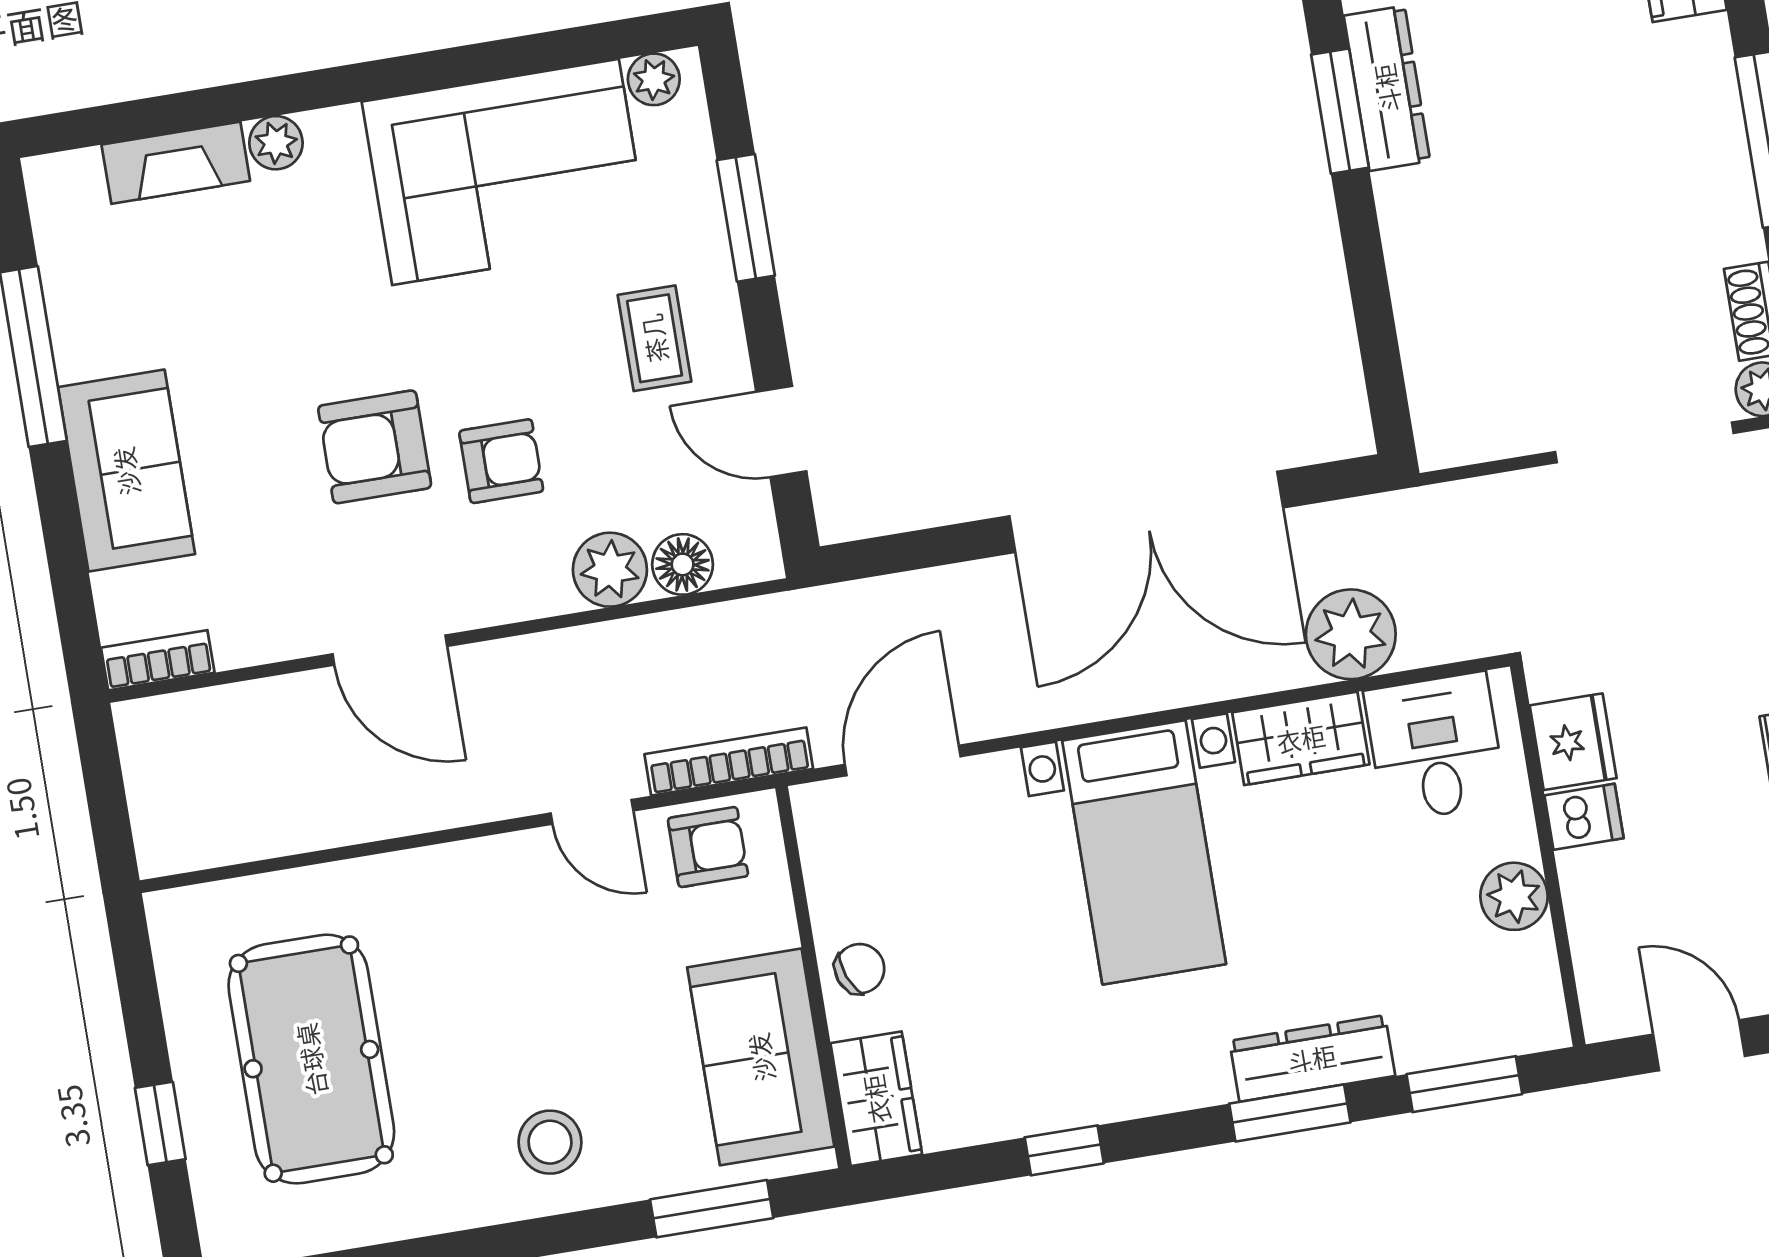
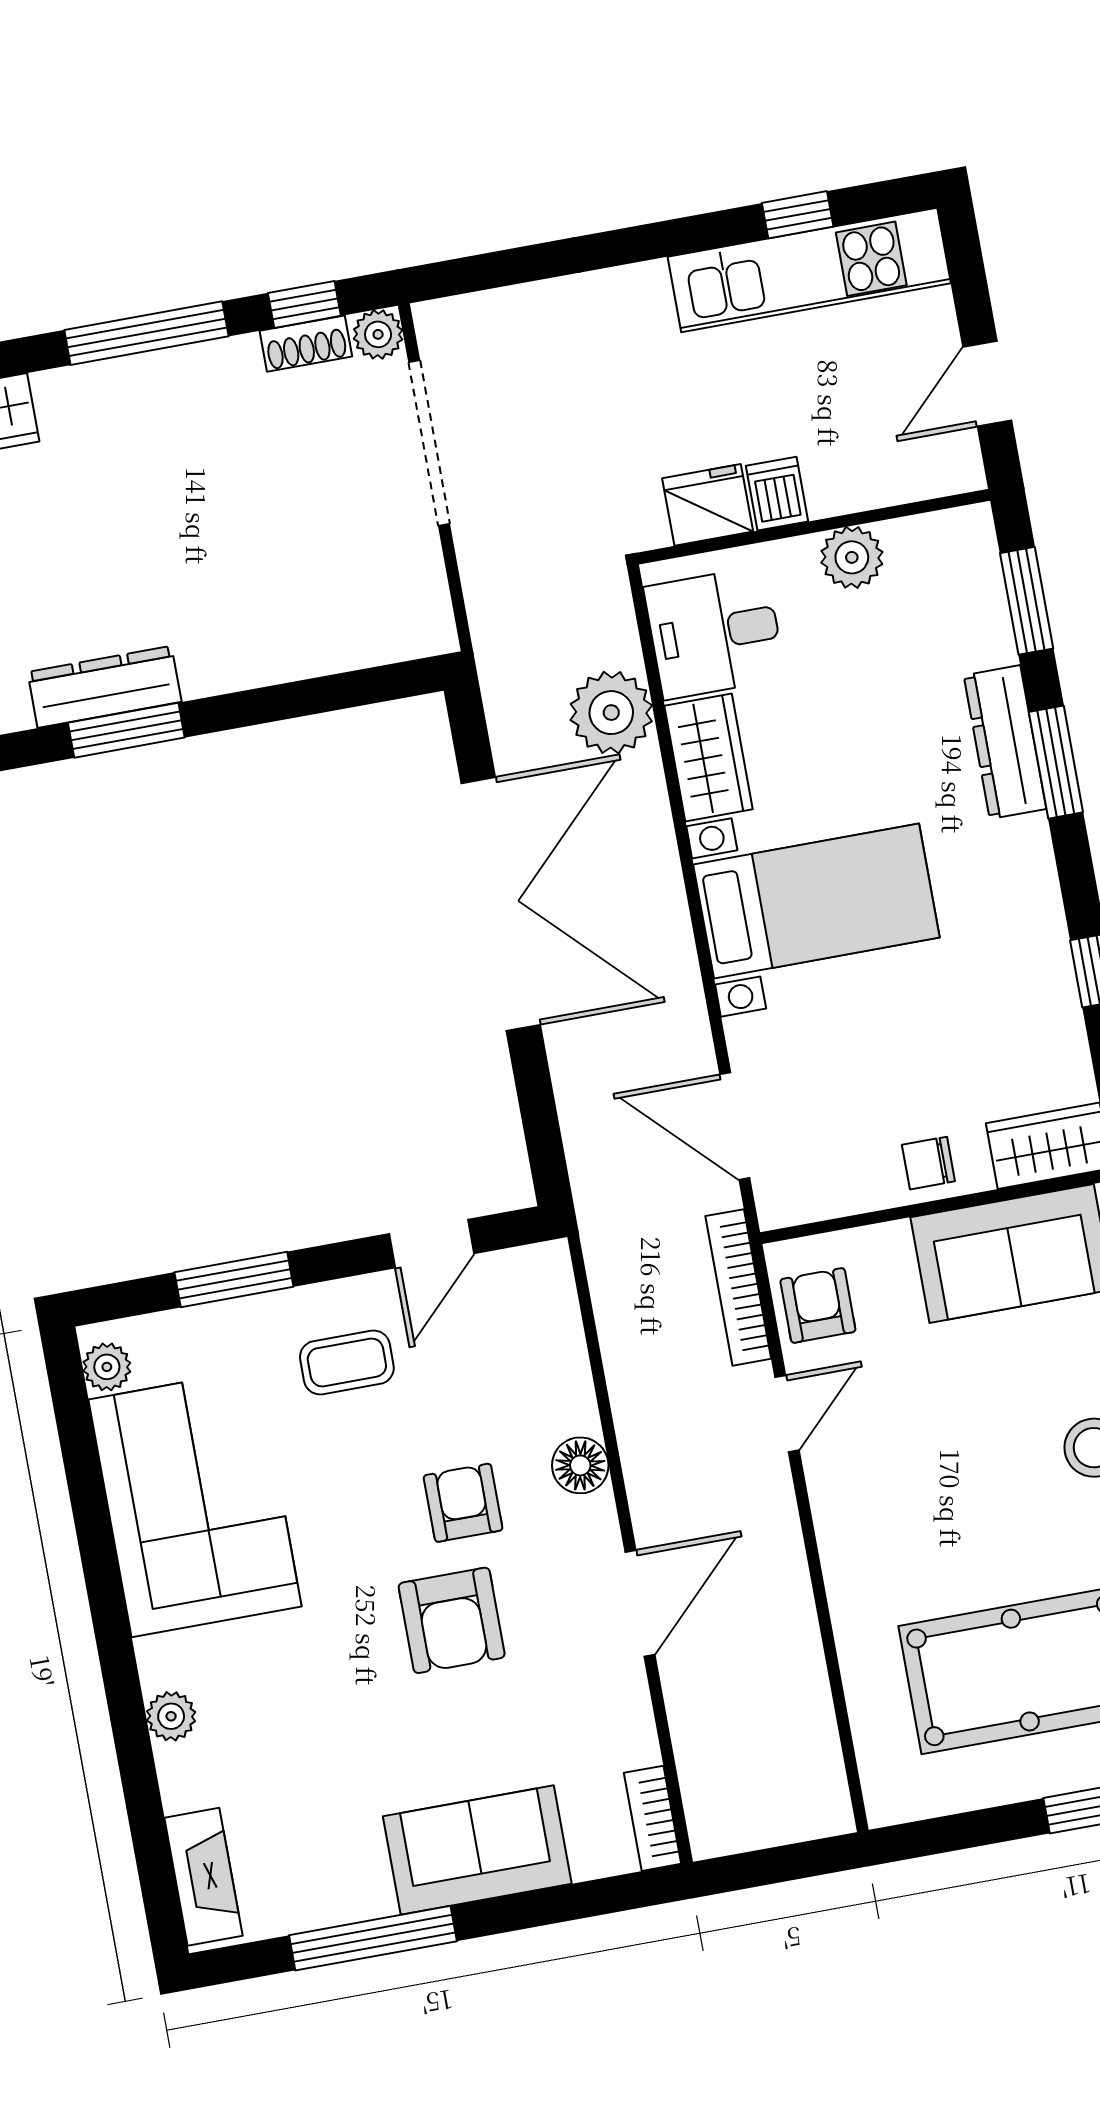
fireplace: (176, 163) -> (203, 1877), moved
floor lamp: (683, 564) -> (580, 1465), moved
plant: (610, 570) -> (562, 1400), removed
chair: (860, 969) -> (928, 1163), turned -69

